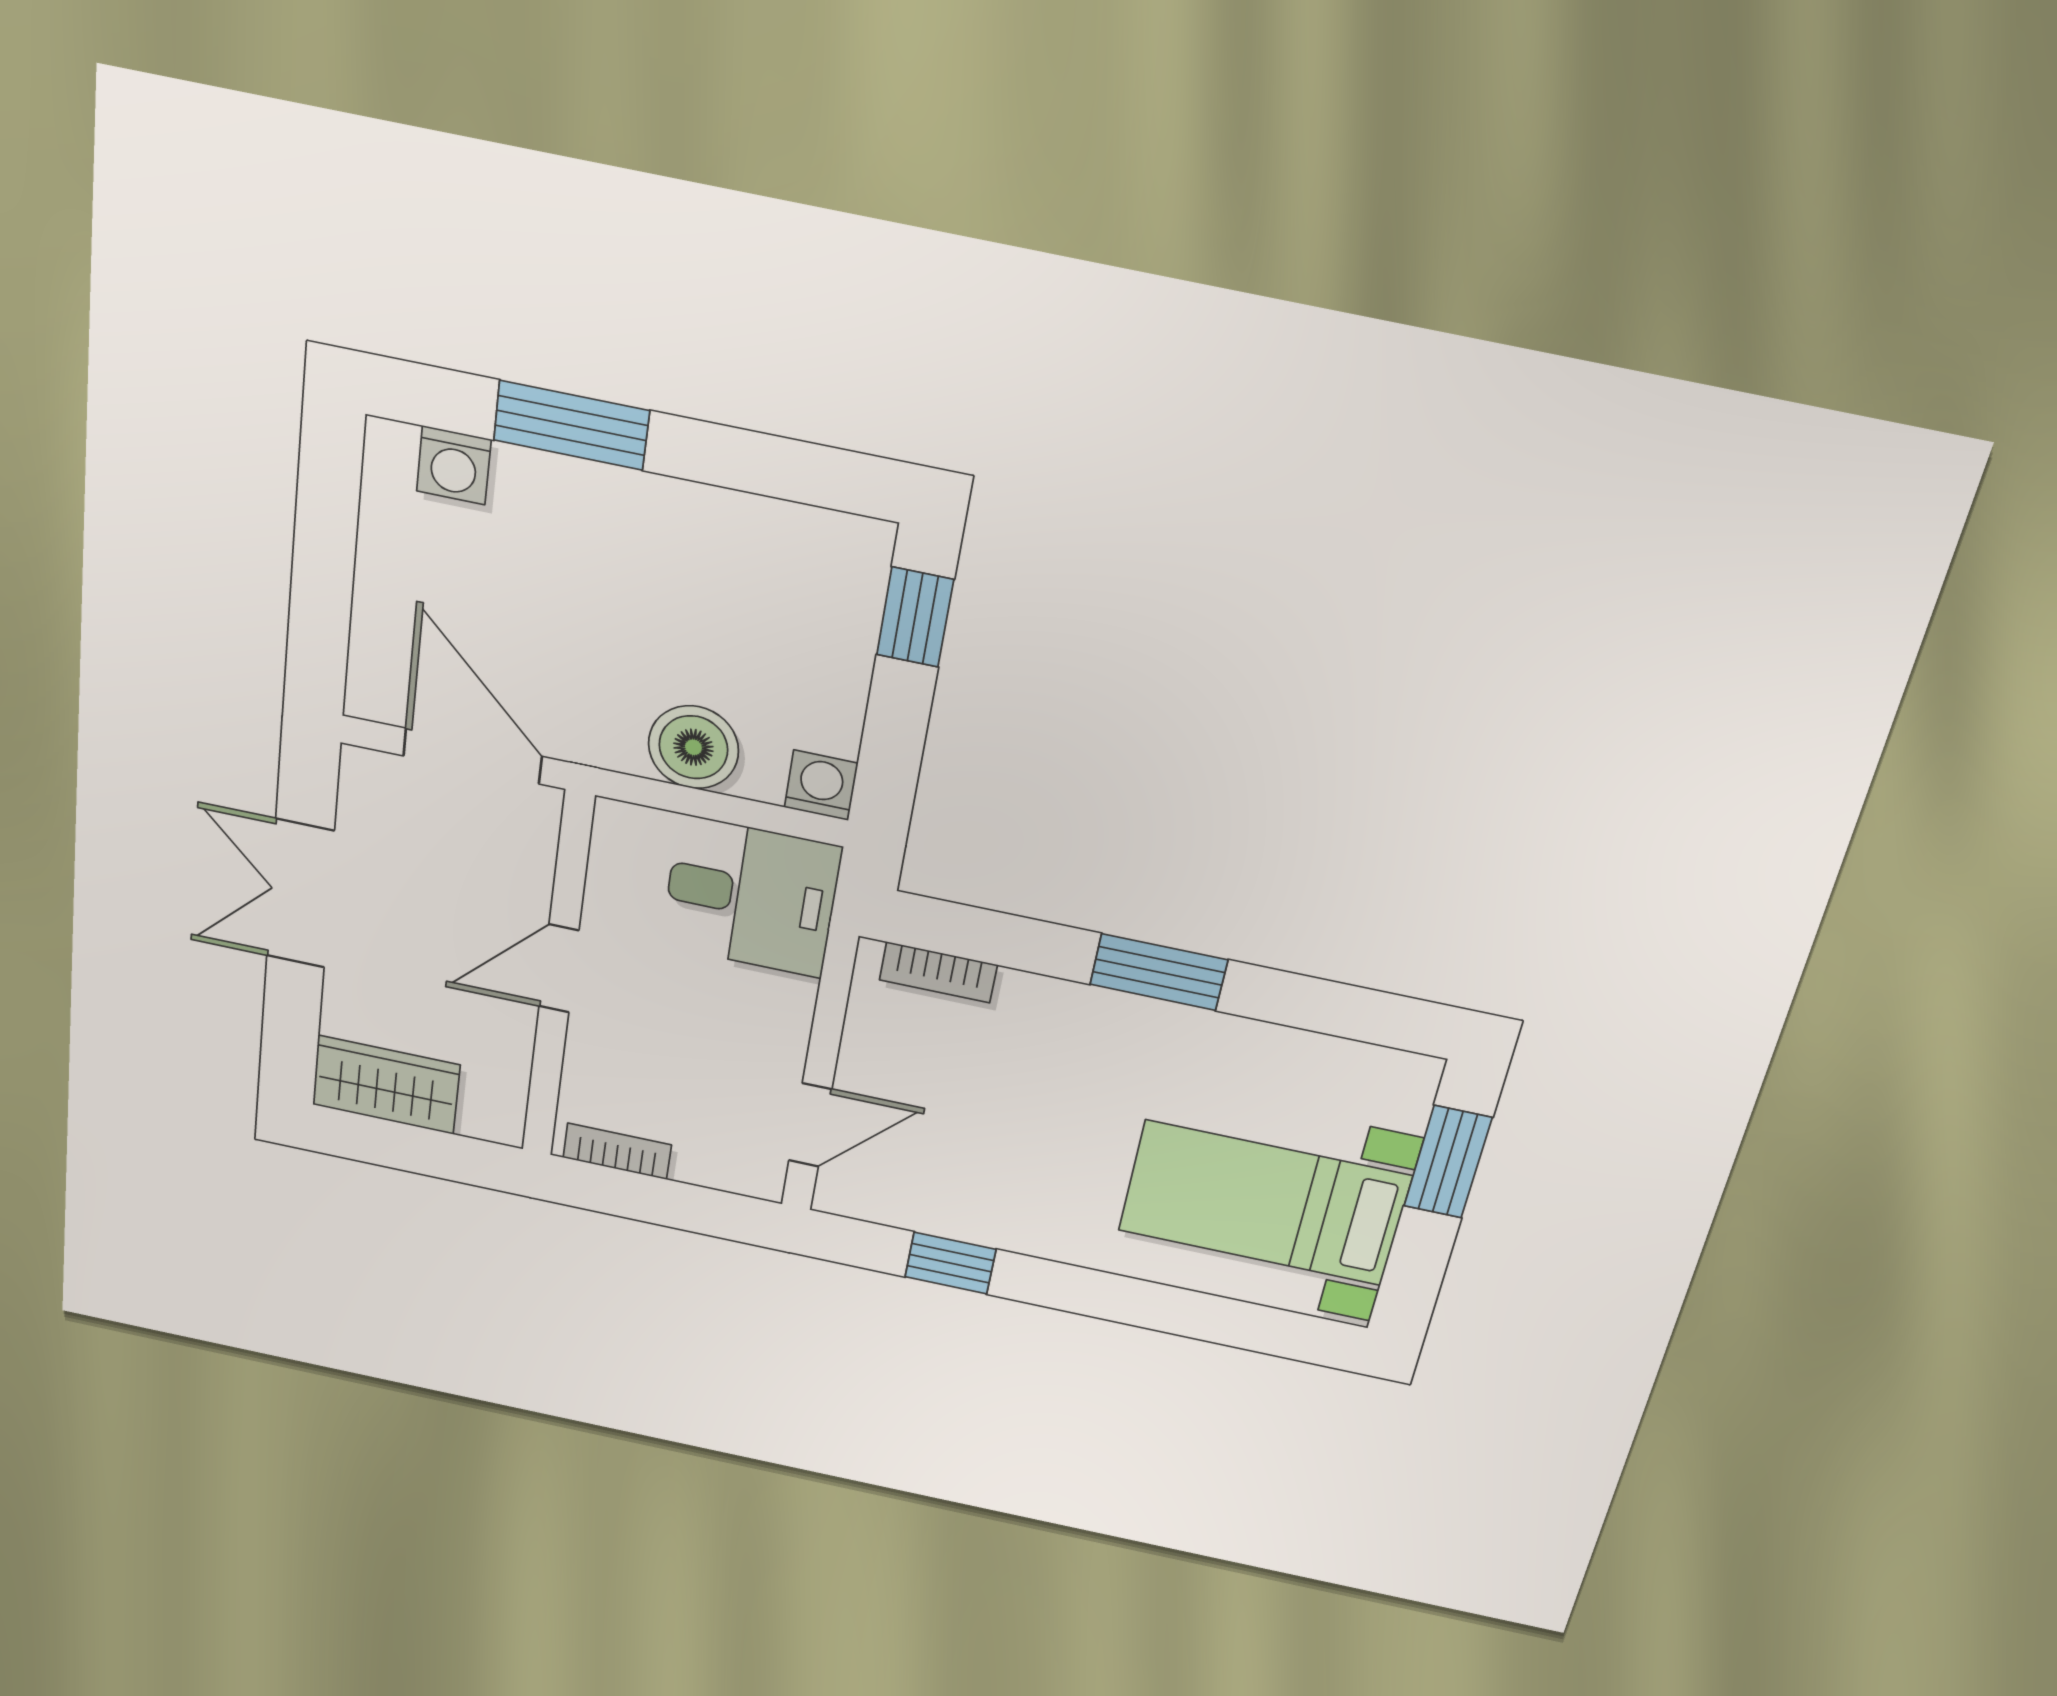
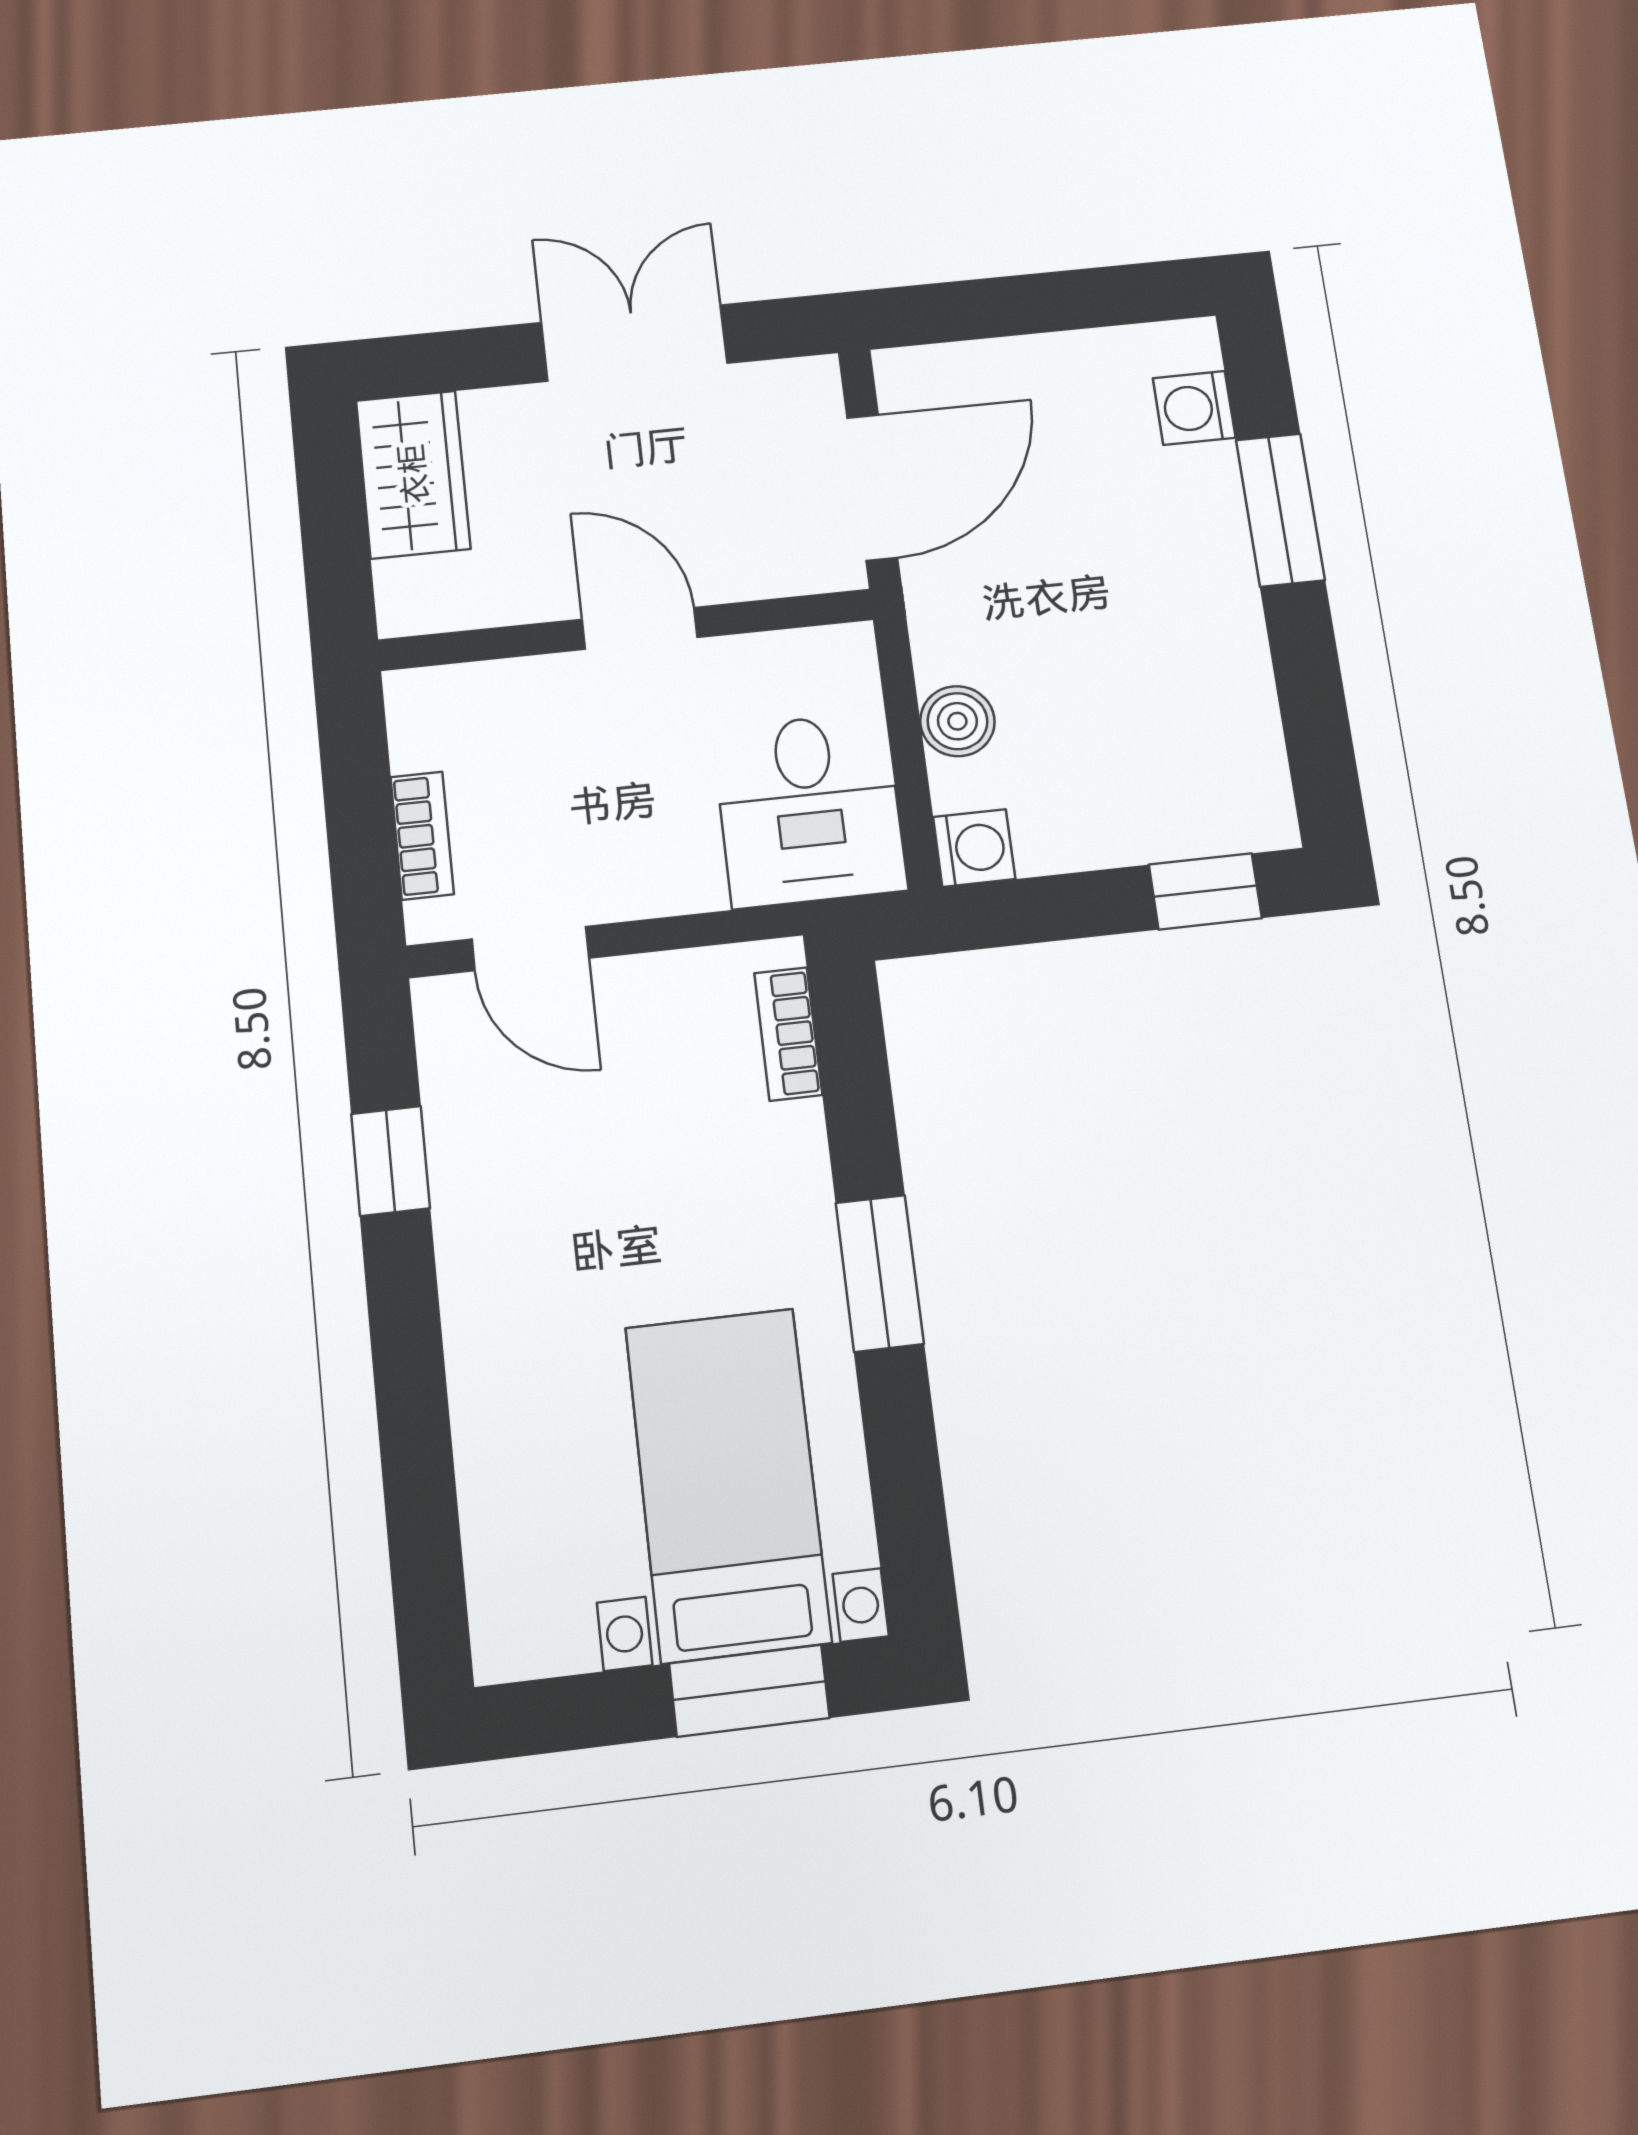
boiler: (693, 747) -> (957, 721), width x0.73, depth x0.73
bookcase: (617, 1151) -> (422, 836), moved
bed with nightstands: (1264, 1203) -> (728, 1484), moved

